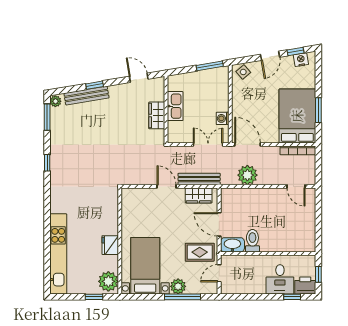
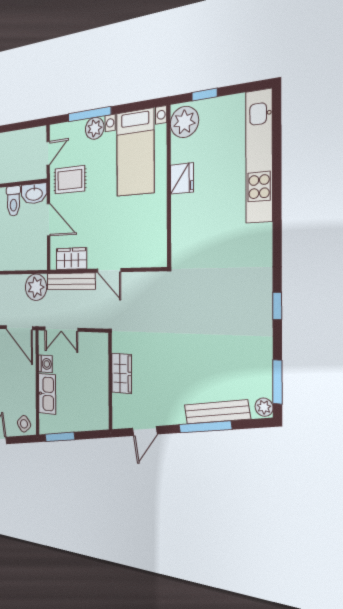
door: (139, 78) -> (145, 431), hinge flipped
window: (95, 85) -> (205, 427), width x2.17
kitchen sink: (175, 106) -> (47, 394), moved, turned 180
plant: (247, 175) -> (36, 287), moved

